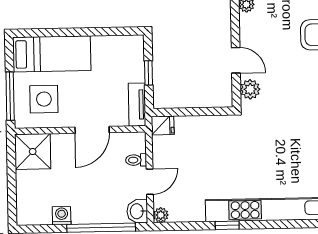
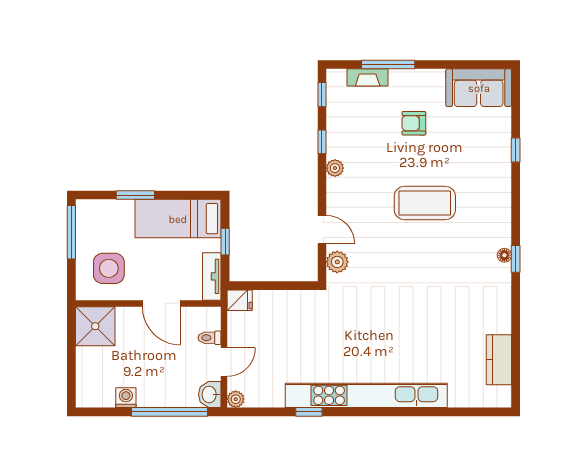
window: (67, 32) -> (135, 195), added
bed: (52, 54) -> (178, 219), moved, turned 180
window: (10, 96) -> (71, 232), moved
door: (92, 130) -> (161, 303), hinge flipped

